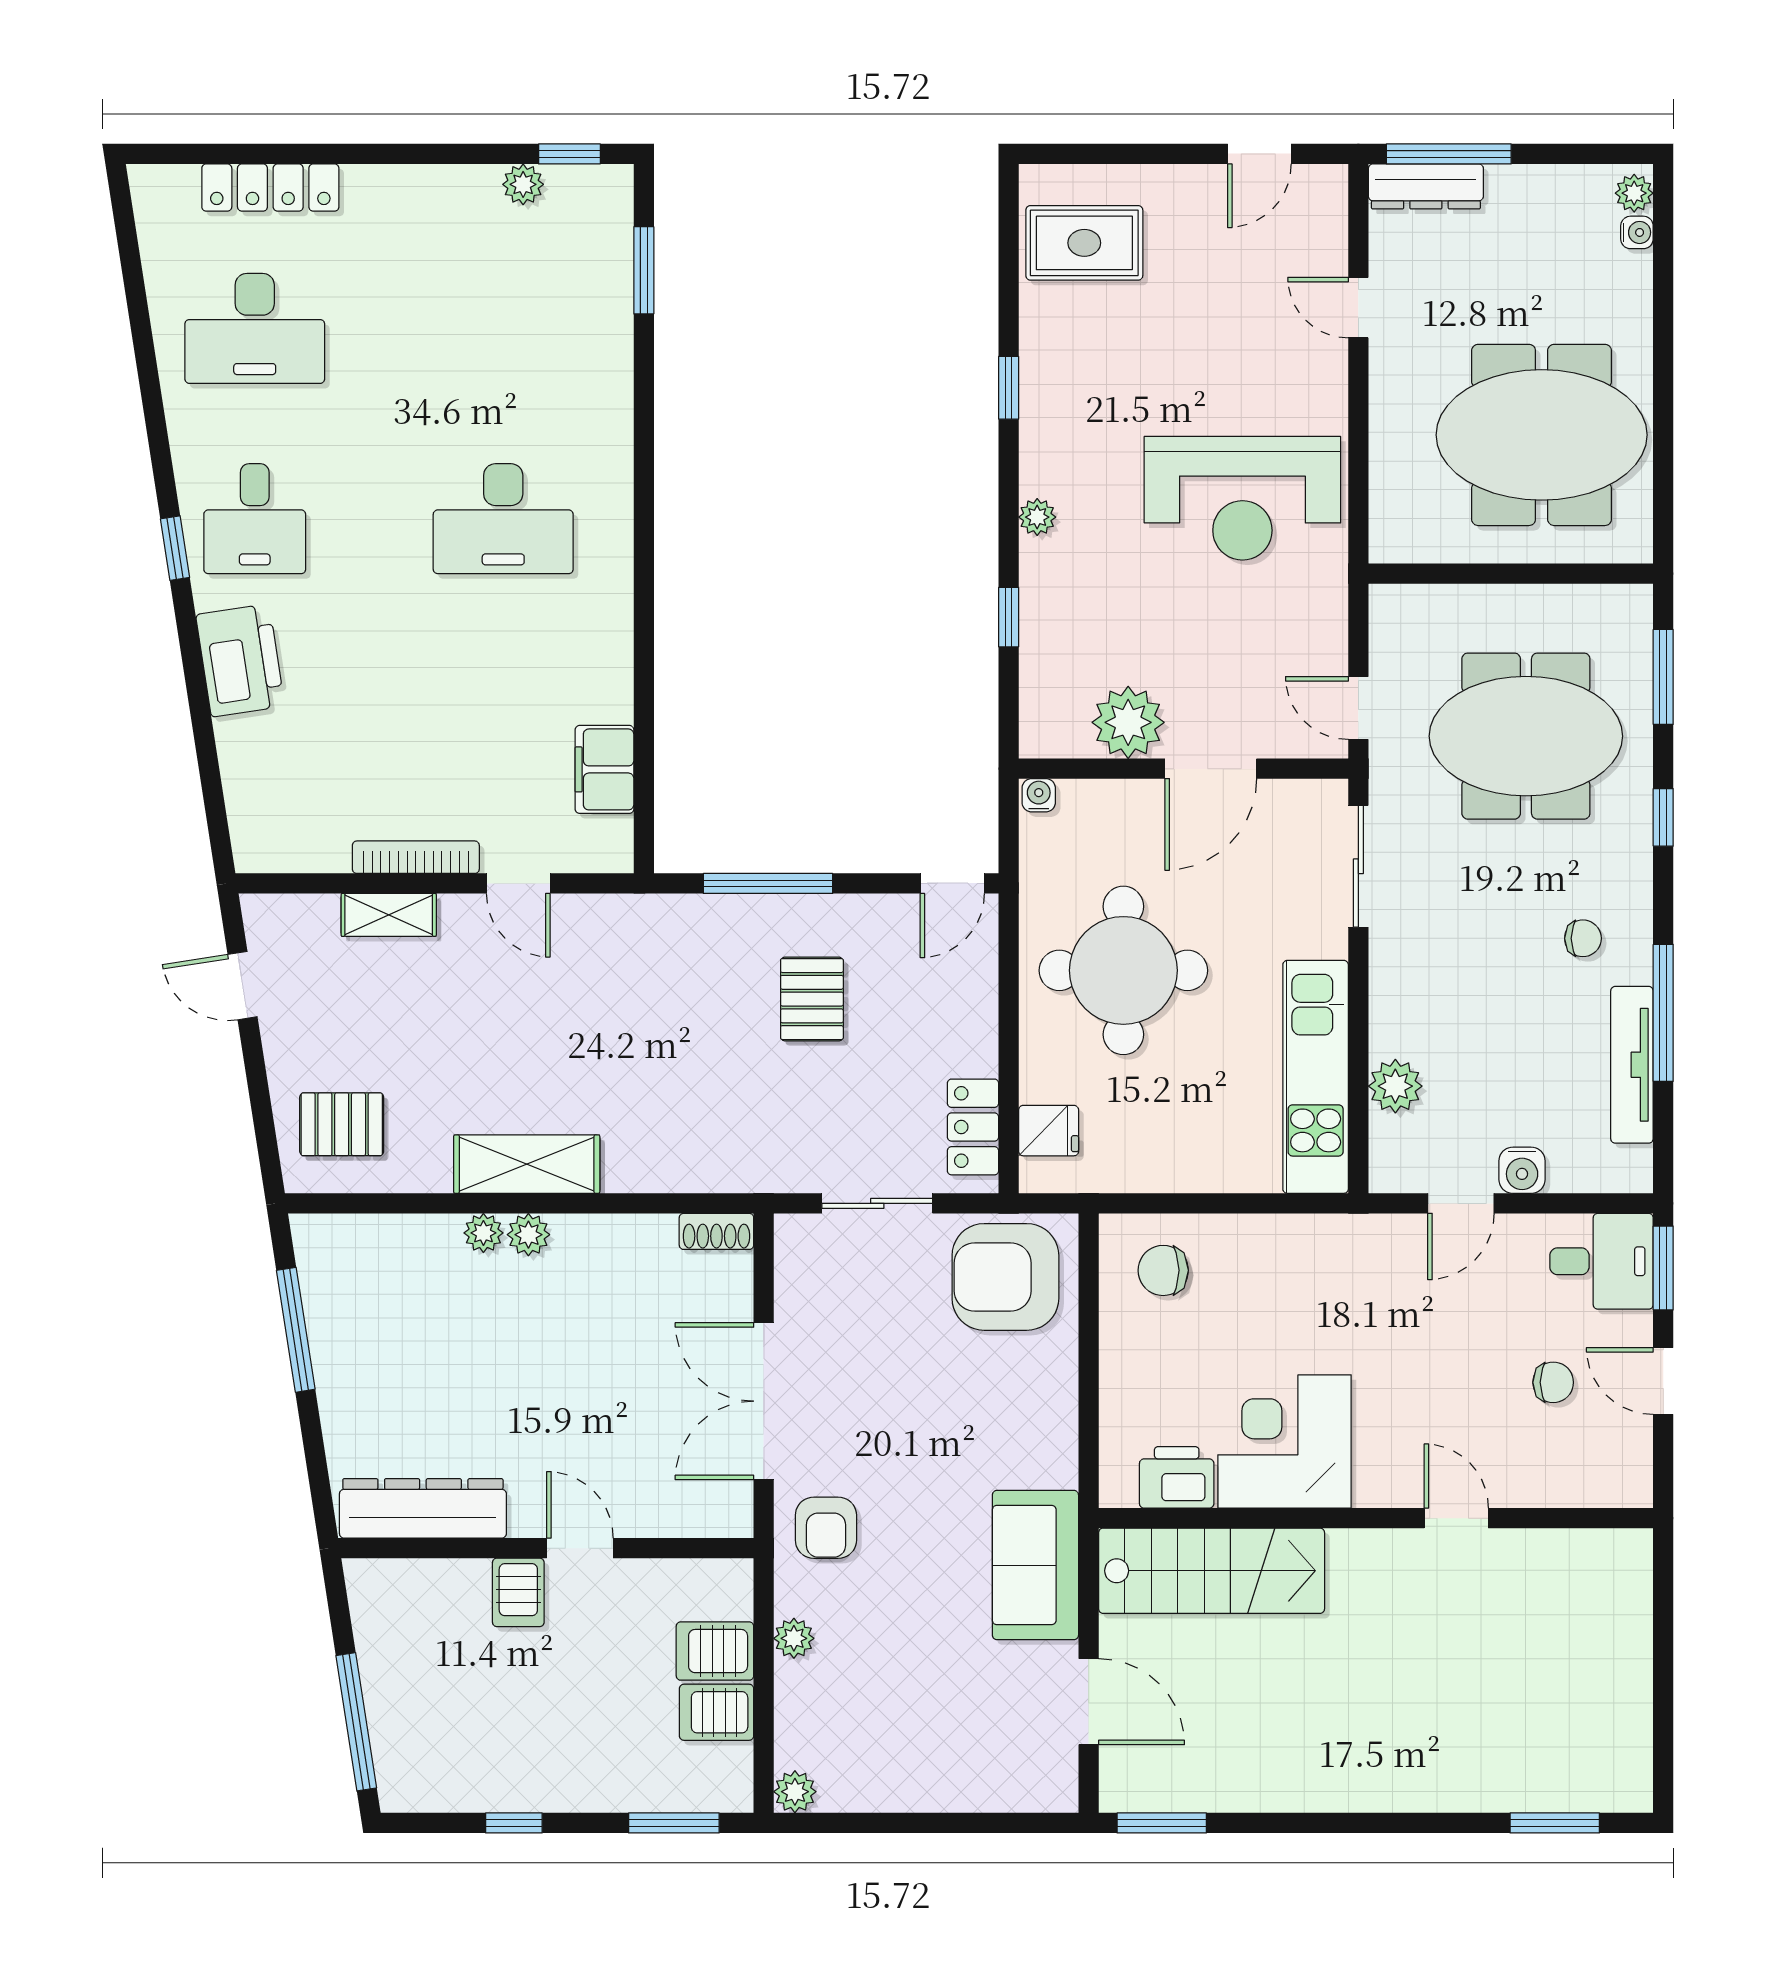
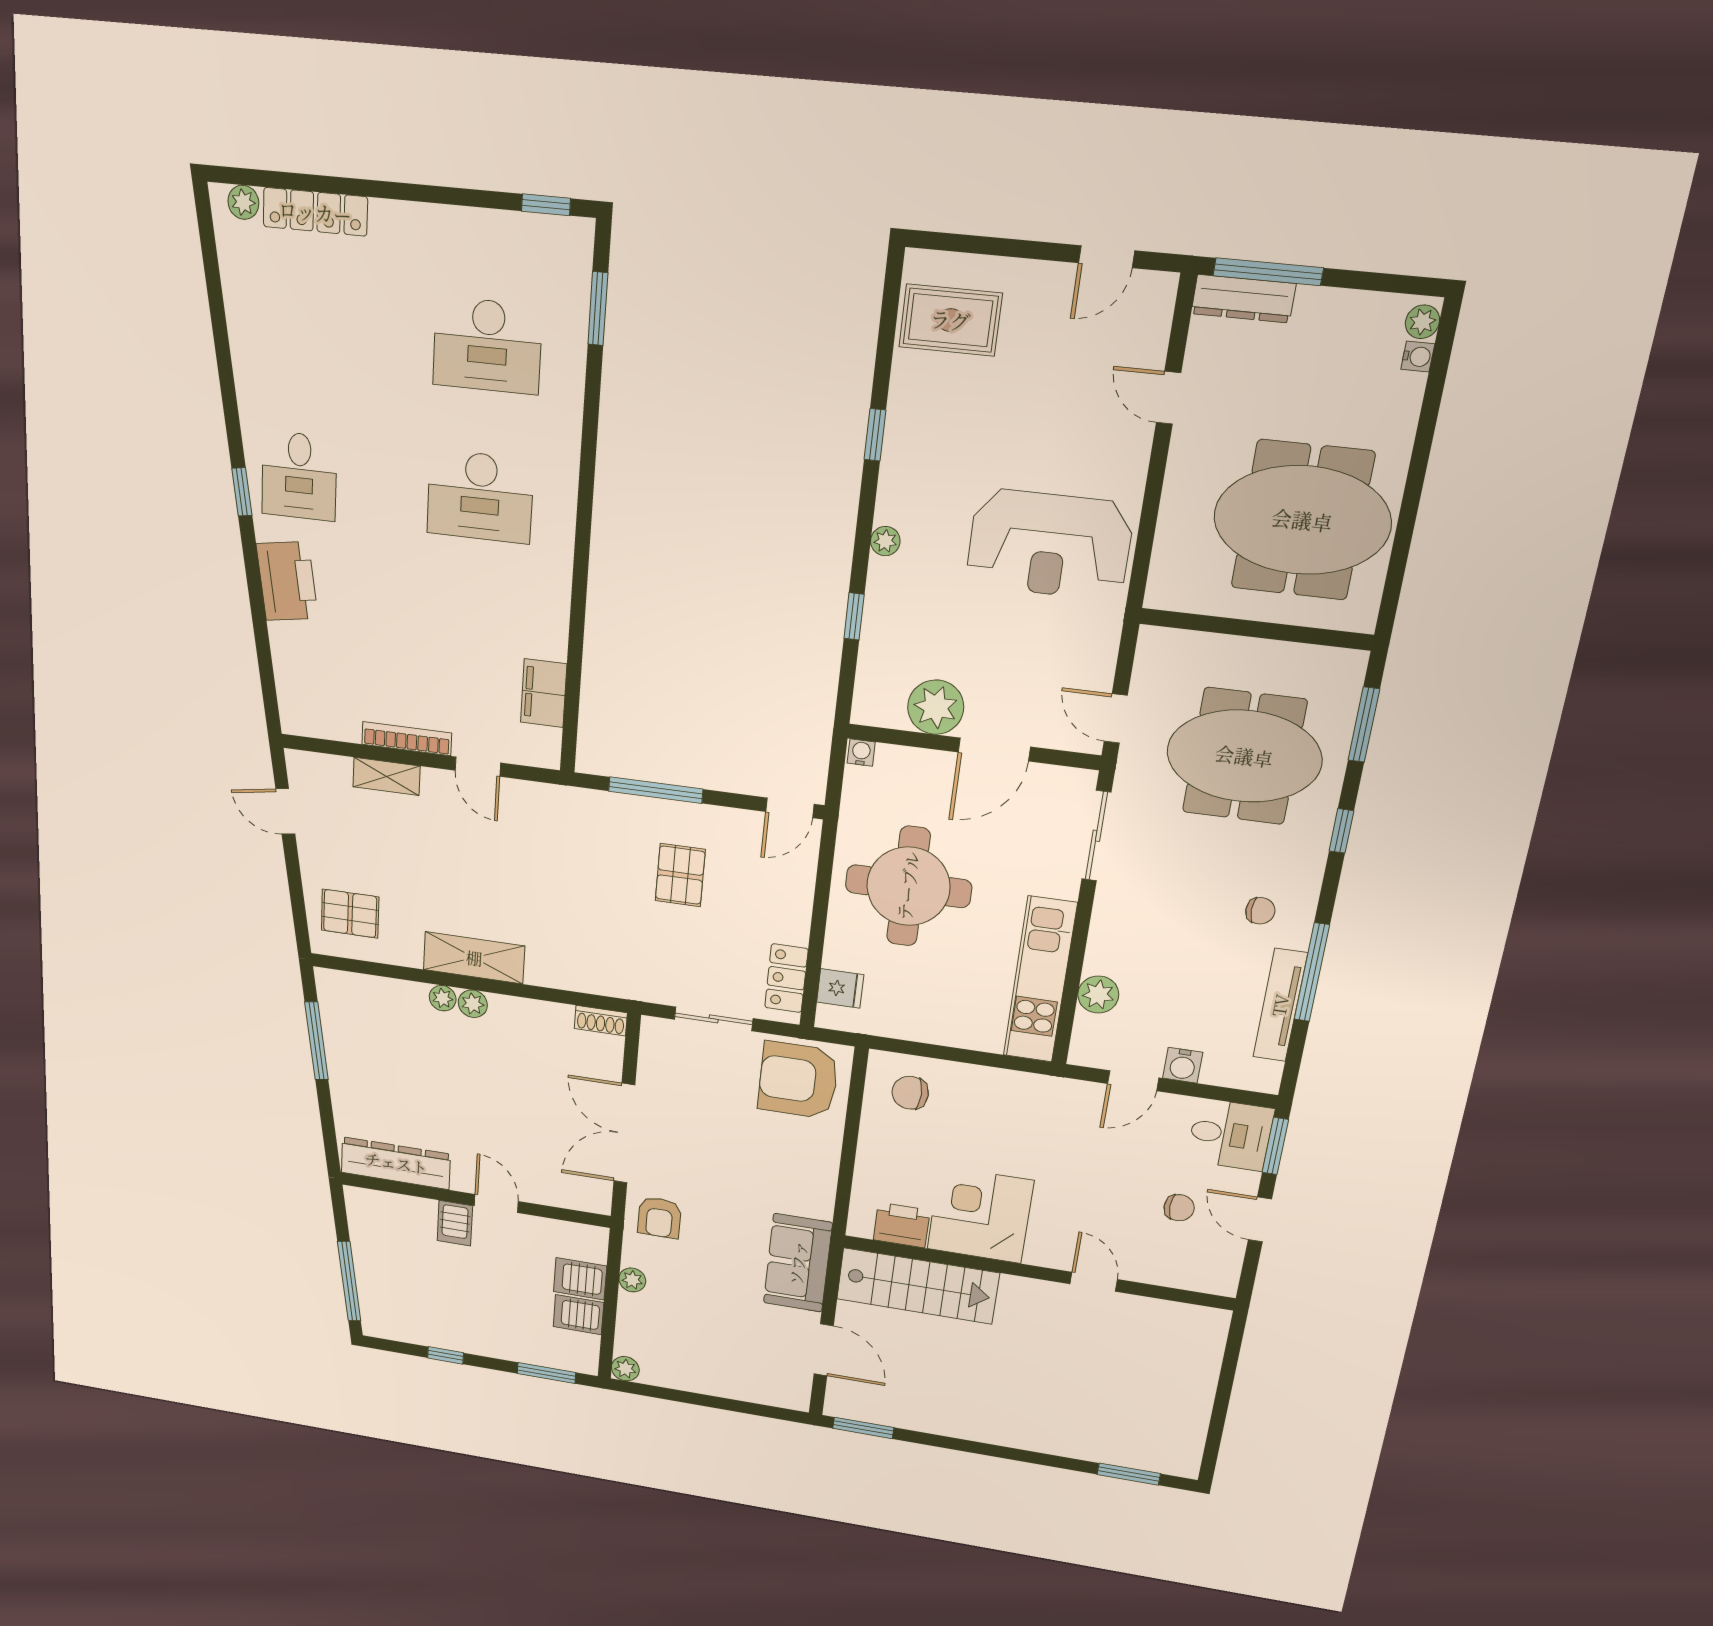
plant: (523, 184) -> (243, 202), moved
desk: (255, 328) -> (487, 345), moved

